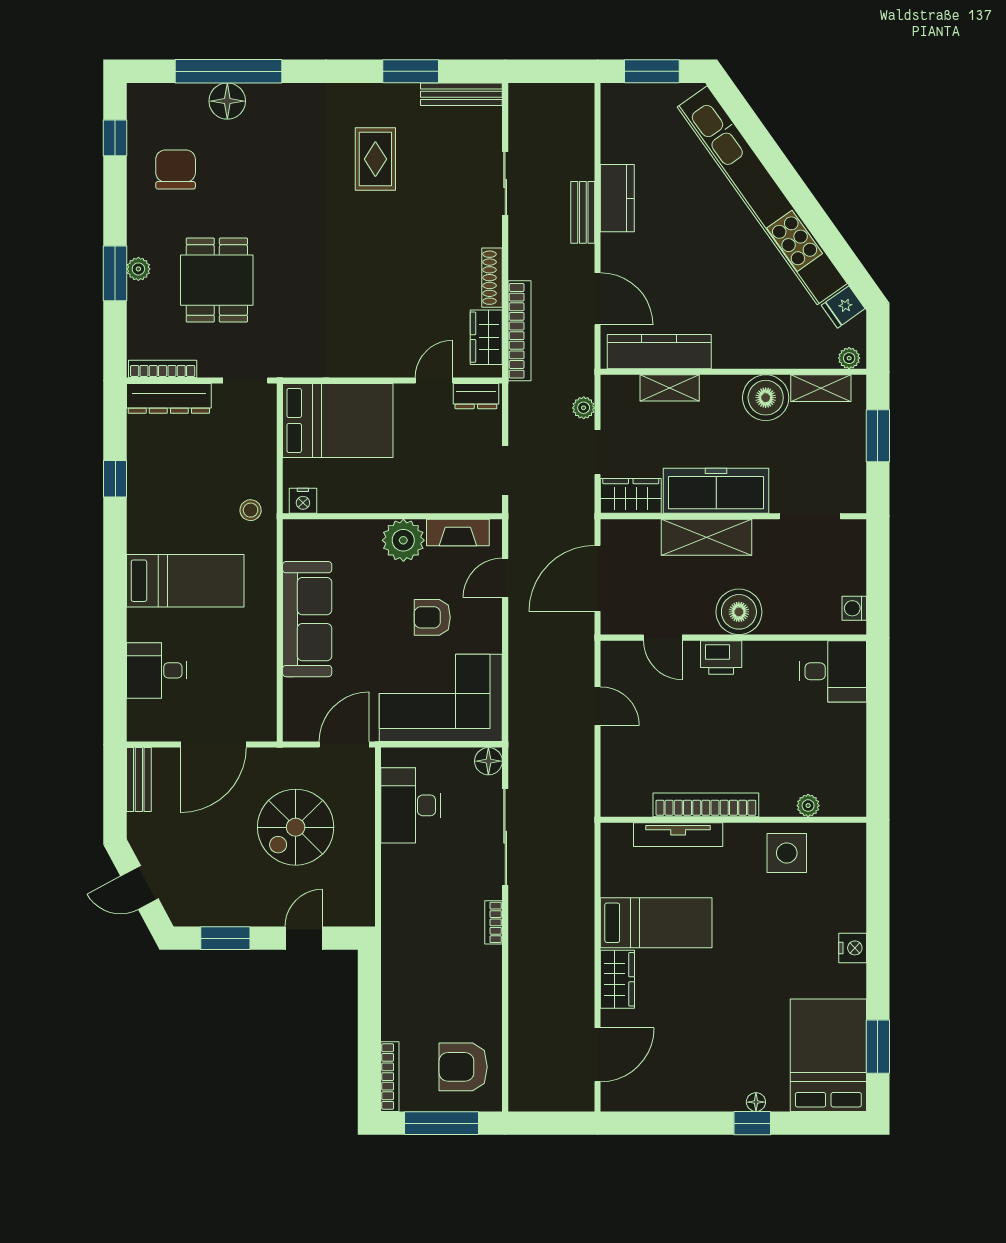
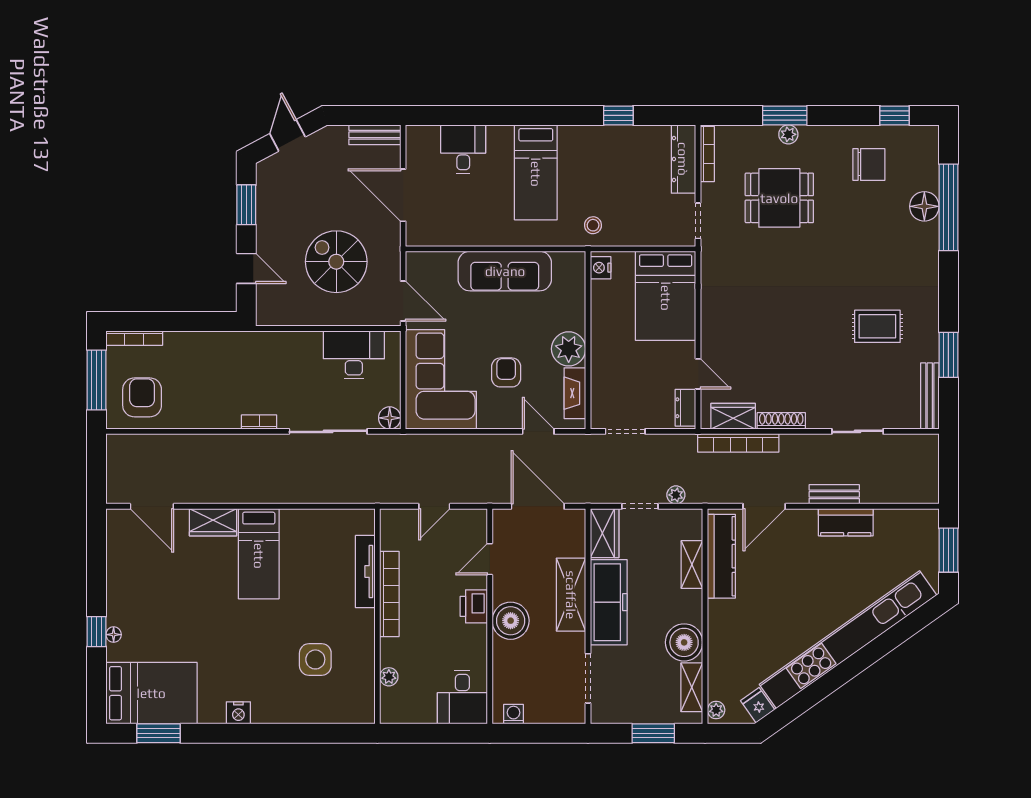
bookcase: (706, 805) -> (389, 594), moved
plant: (808, 806) -> (389, 677), moved
wall: (733, 820) -> (377, 616), moved
tv unit: (678, 835) -> (365, 572), moved

